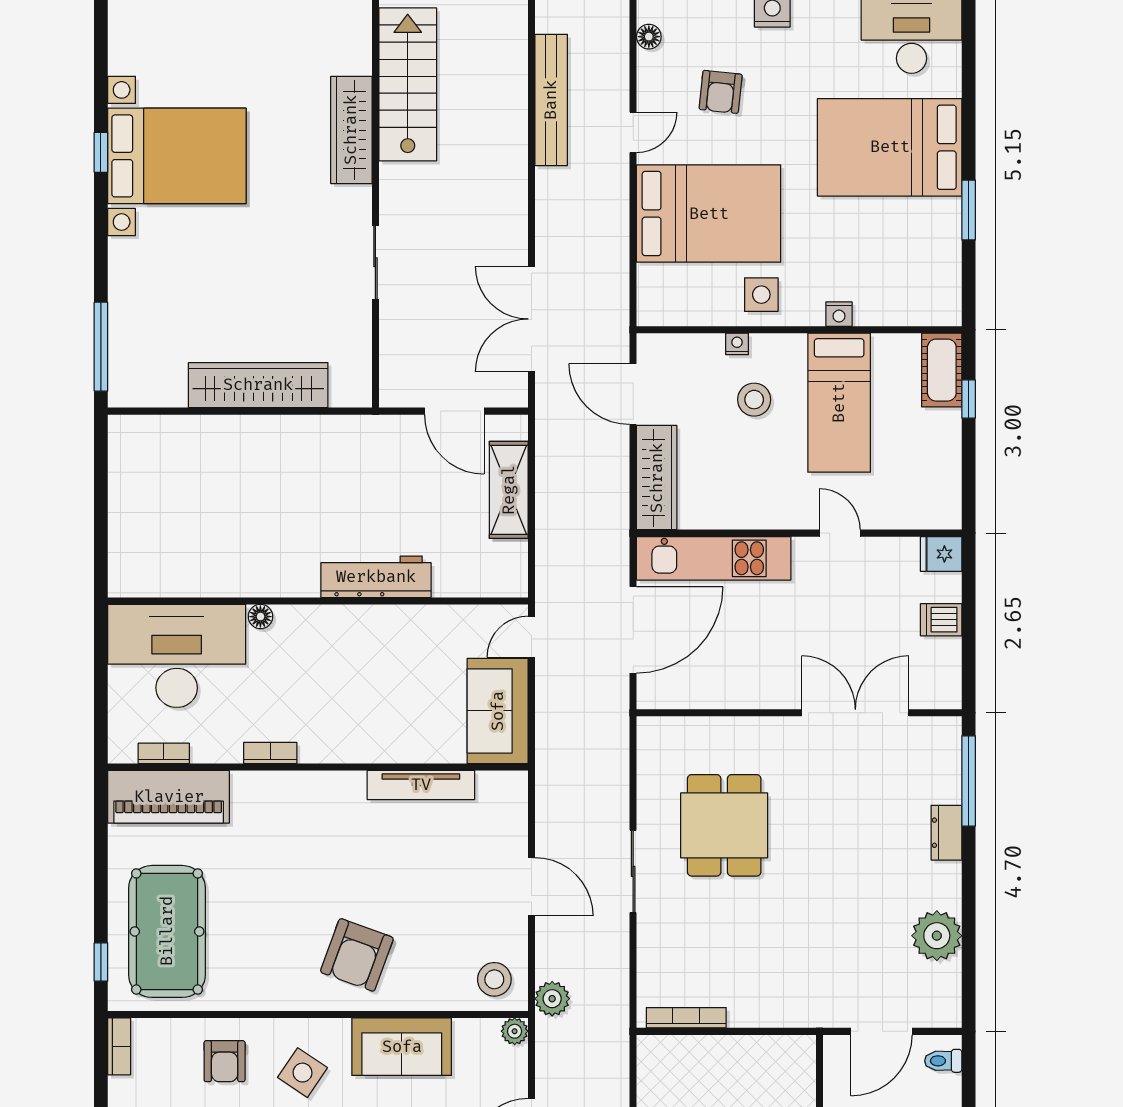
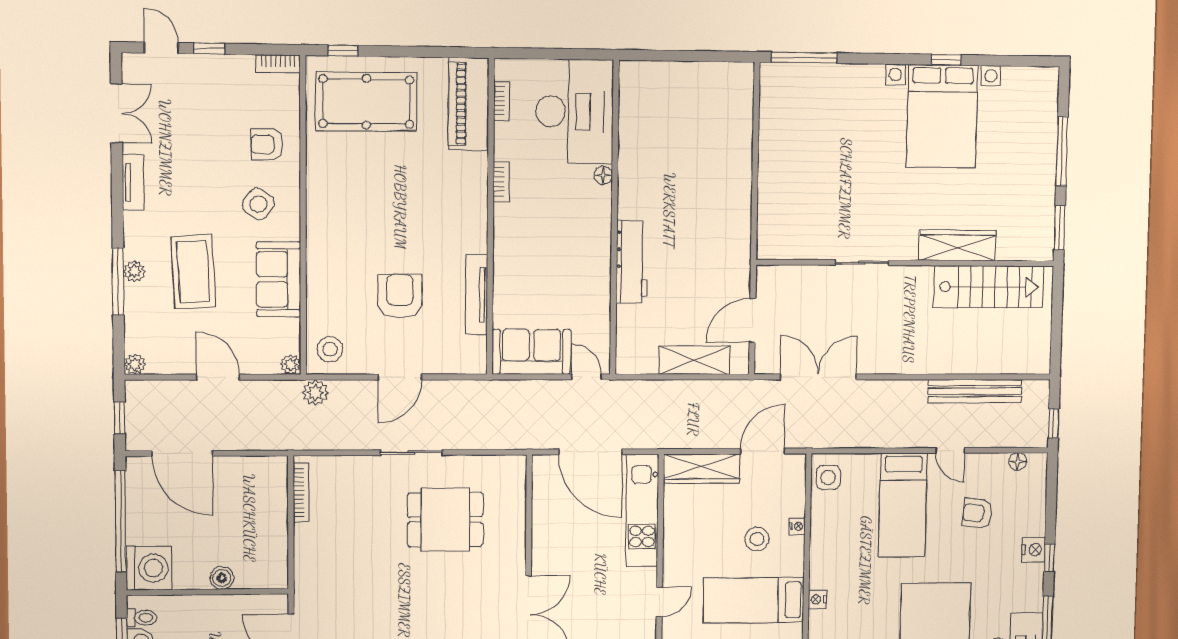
bed: (709, 214) -> (903, 505), width x0.67
side table: (761, 295) -> (828, 477), moved
wardrobe: (258, 385) -> (774, 175), removed
armchair: (357, 955) -> (400, 296), moved, turned 70

